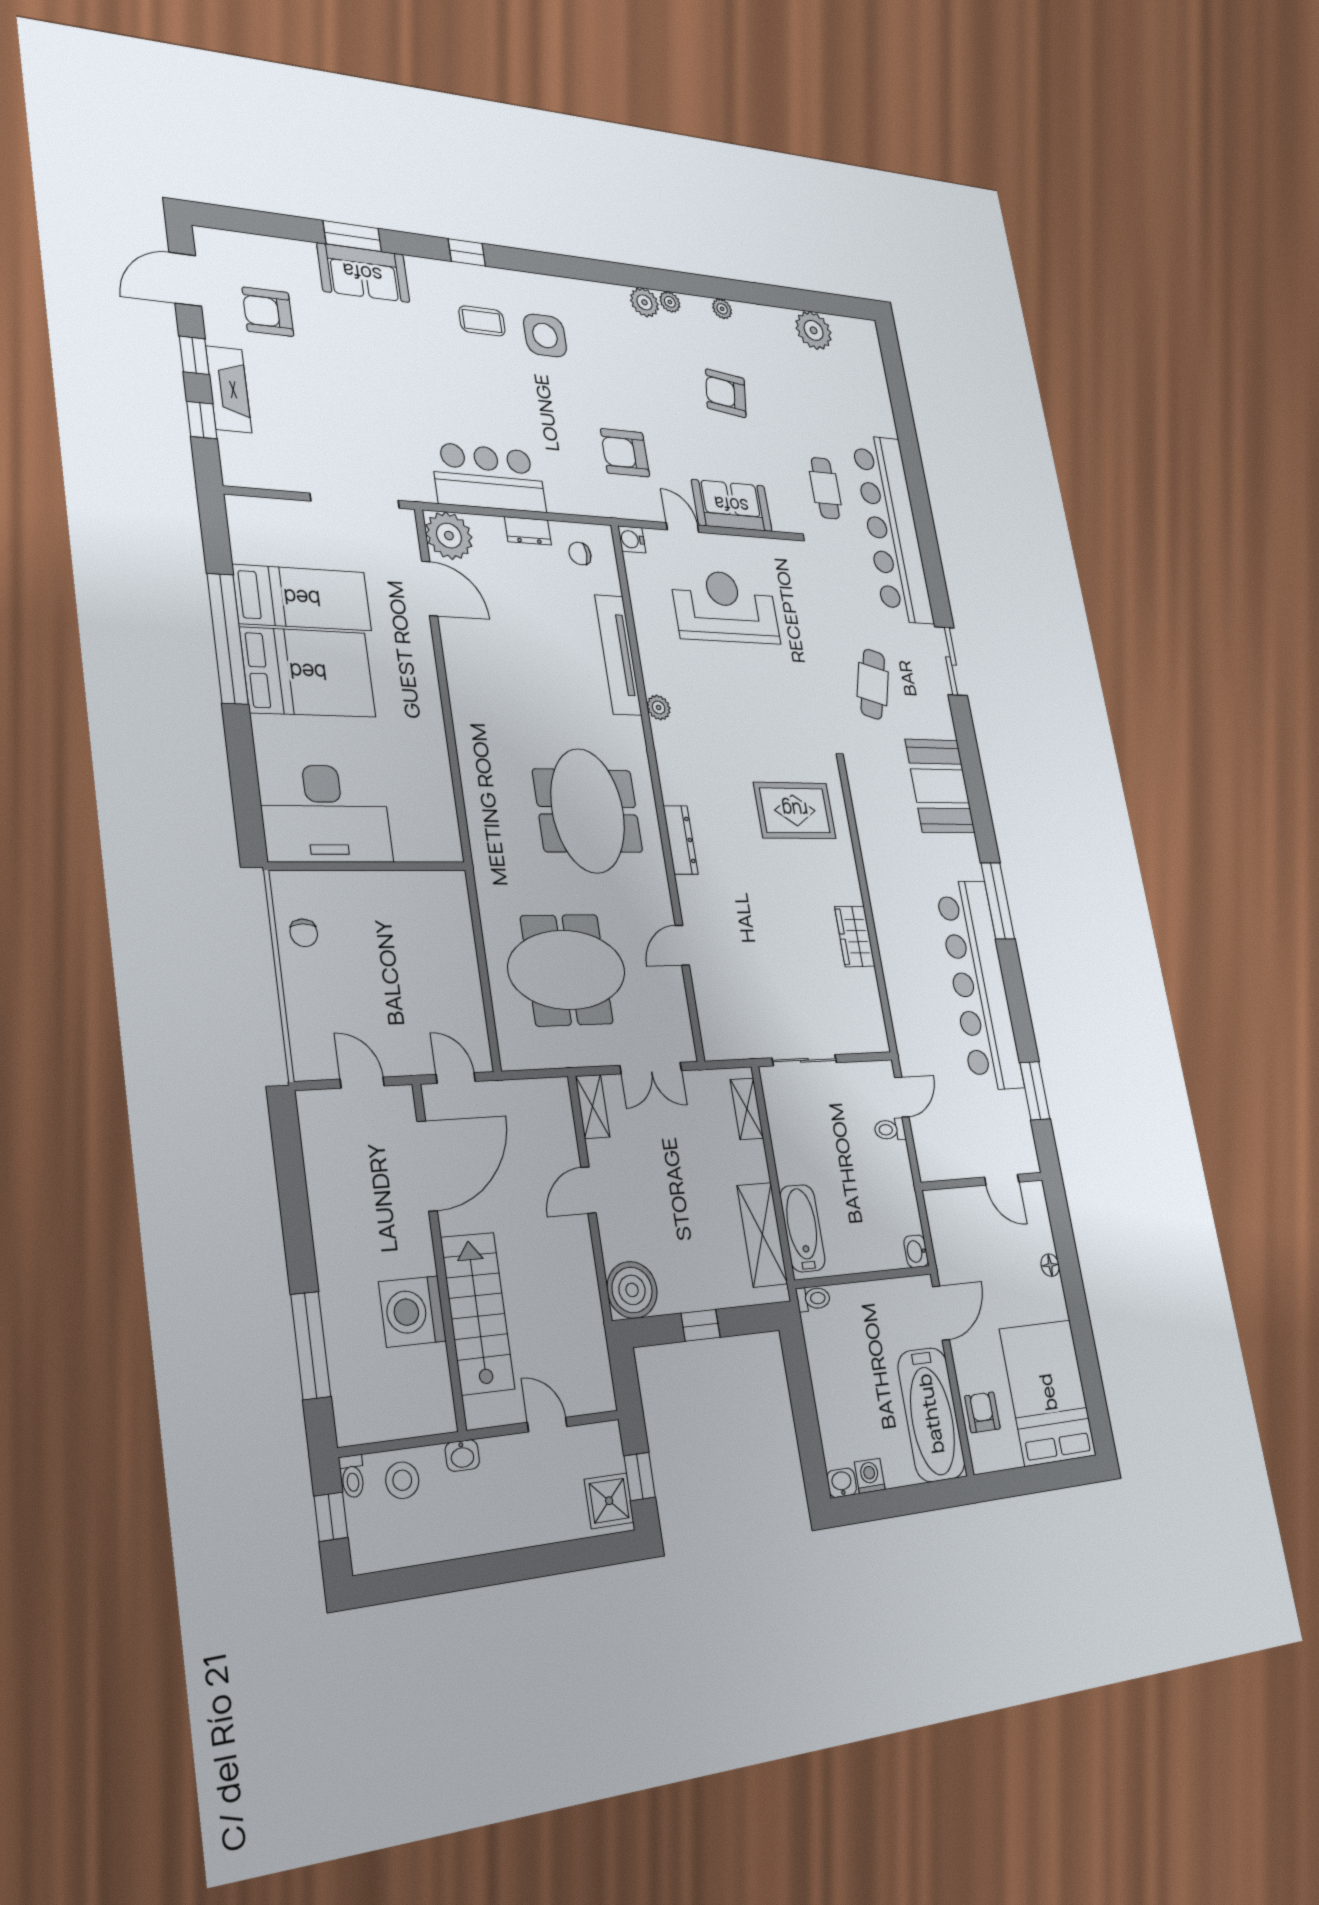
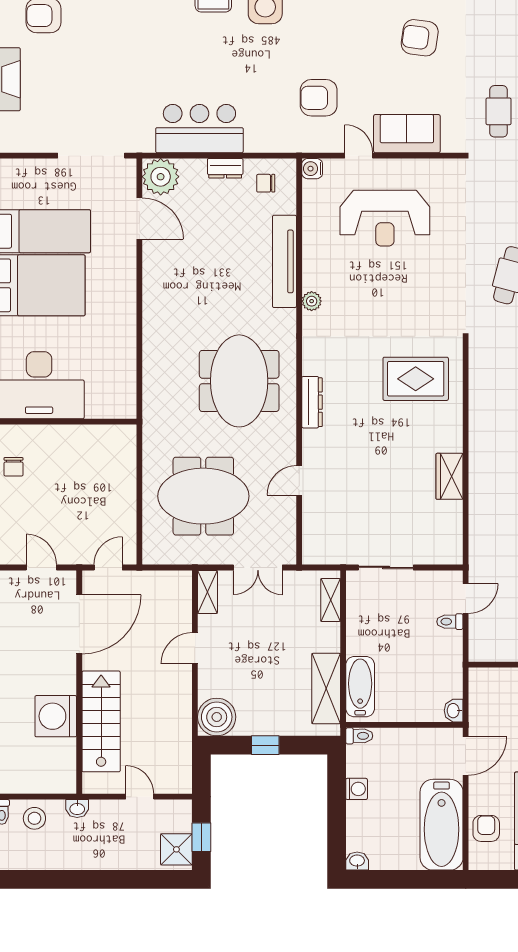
reception desk: (725, 607) -> (385, 218), turned 180
door: (456, 1078) -> (108, 567), hinge flipped
washing machine: (870, 1476) -> (357, 789), moved, turned 90

